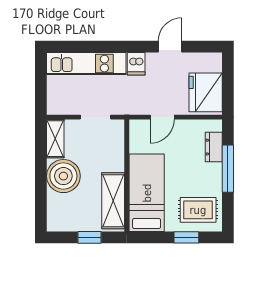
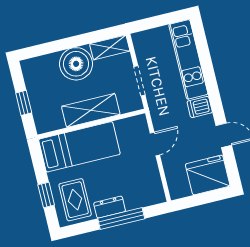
fridge: (206, 92) -> (208, 175), moved
door: (162, 117) -> (155, 144), swing flipped
dresser: (214, 147) -> (110, 207), moved
shelving: (113, 201) -> (91, 110), moved

